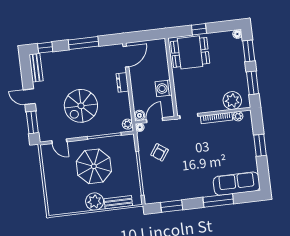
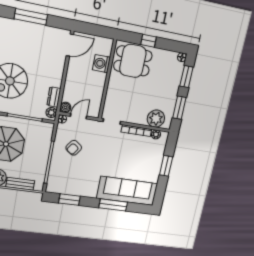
dresser: (122, 82) -> (54, 97), moved
washing machine: (164, 88) -> (101, 64), moved
sofa: (237, 184) -> (127, 191), width x1.36, depth x1.27

